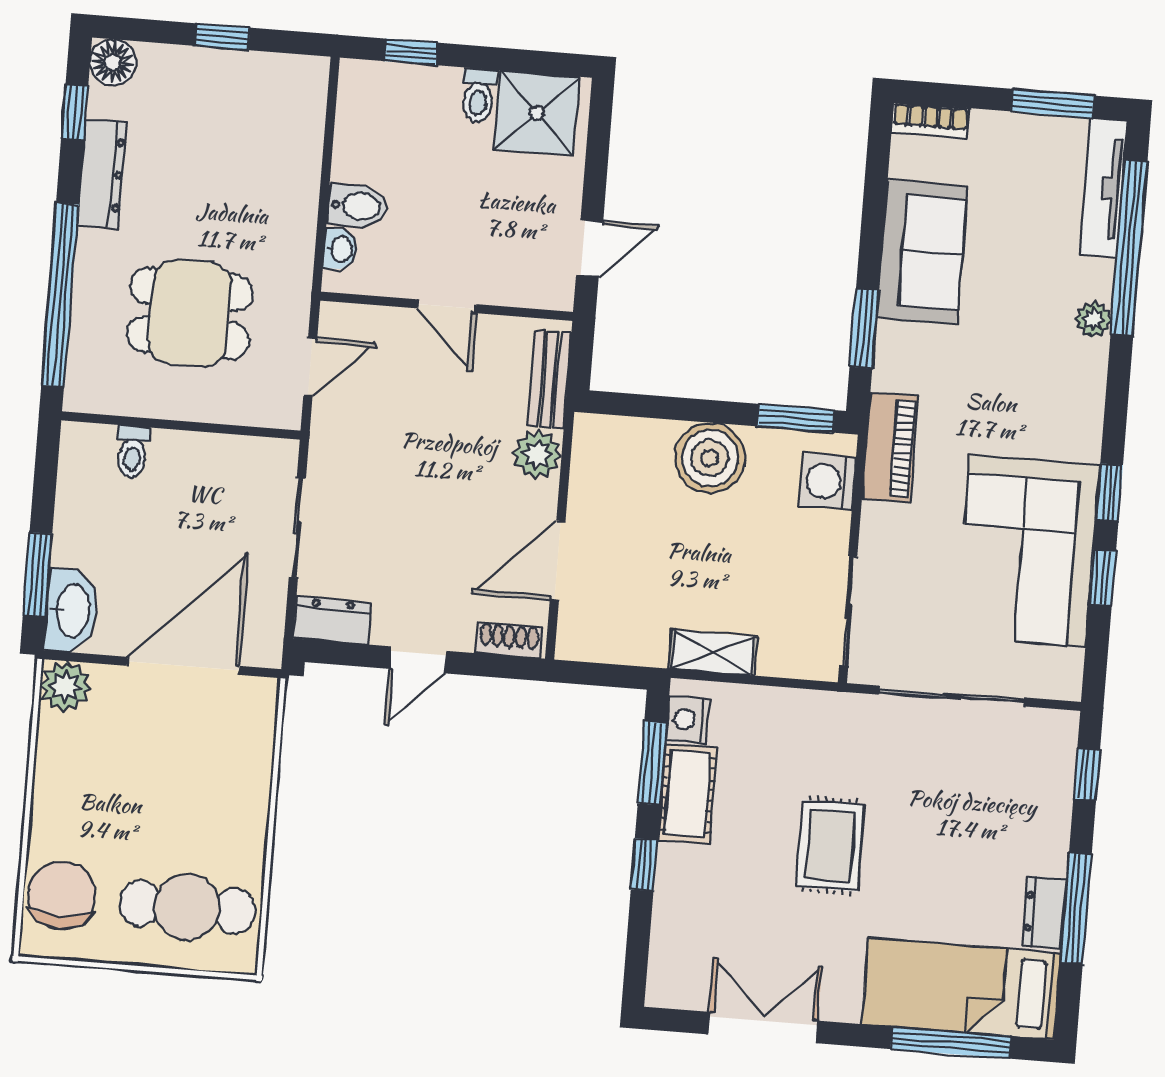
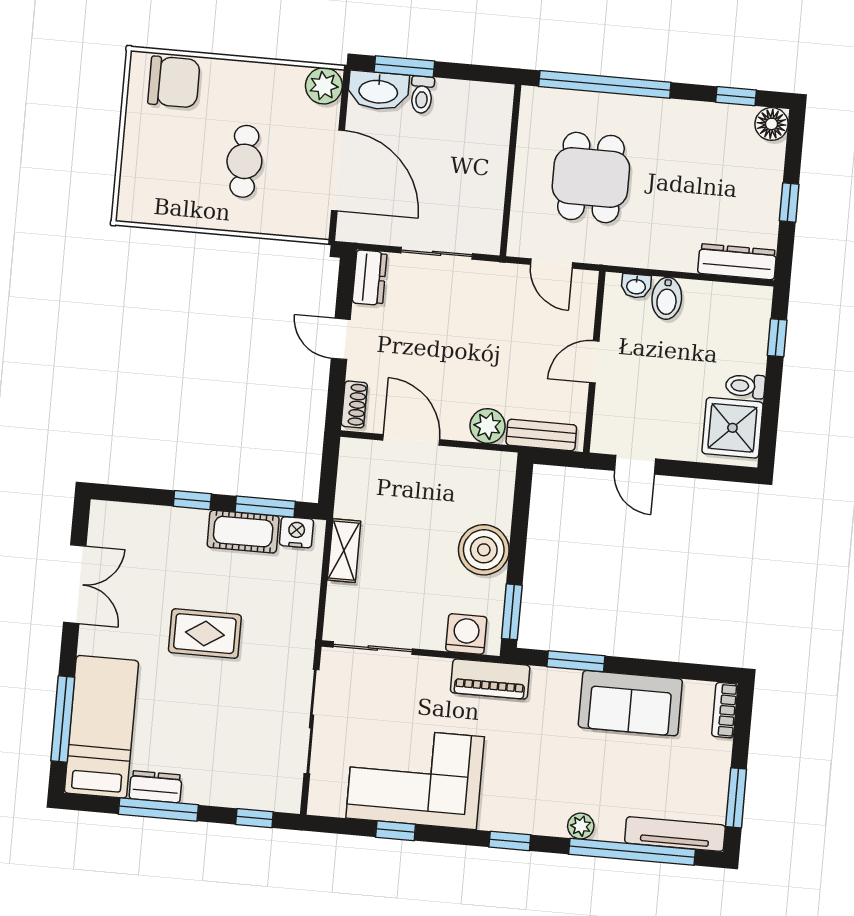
dresser: (102, 174) -> (737, 262), moved, turned 180
toilet: (132, 452) -> (422, 95), moved, turned -90
window: (1109, 492) -> (510, 841), moved
cafe table: (187, 907) -> (244, 161), moved, width x0.73, depth x0.74

